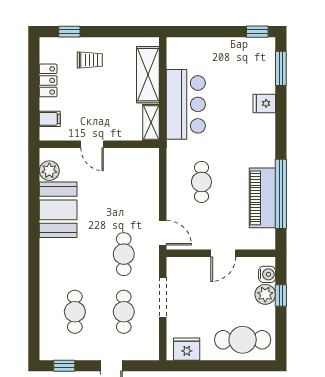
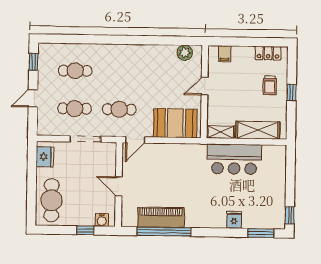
window: (69, 32) -> (292, 92), moved
locker: (48, 80) -> (268, 53), moved
cafe table: (201, 182) -> (174, 170), removed
booth: (58, 210) -> (175, 123), moved
plant: (265, 294) -> (86, 218), removed

